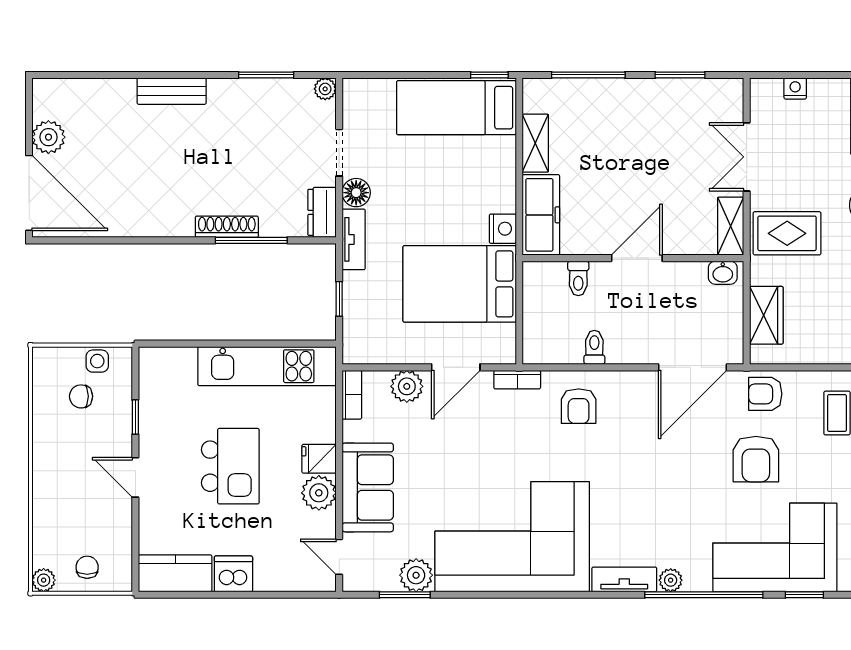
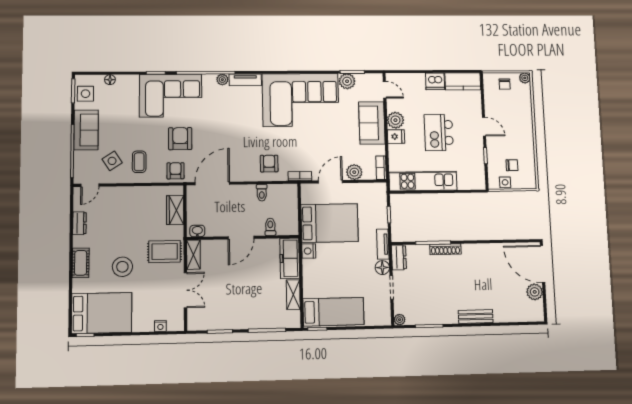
armchair: (765, 394) -> (176, 171), turned -90

